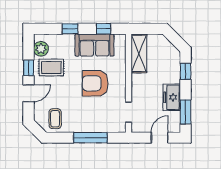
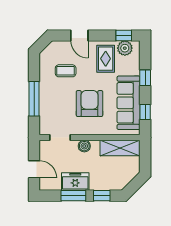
sofa: (95, 45) -> (129, 103), width x1.36
window: (29, 68) -> (124, 35), moved
boiler: (137, 88) -> (84, 146), added
window: (186, 112) -> (73, 196), moved
coffee table: (55, 119) -> (66, 71), moved

